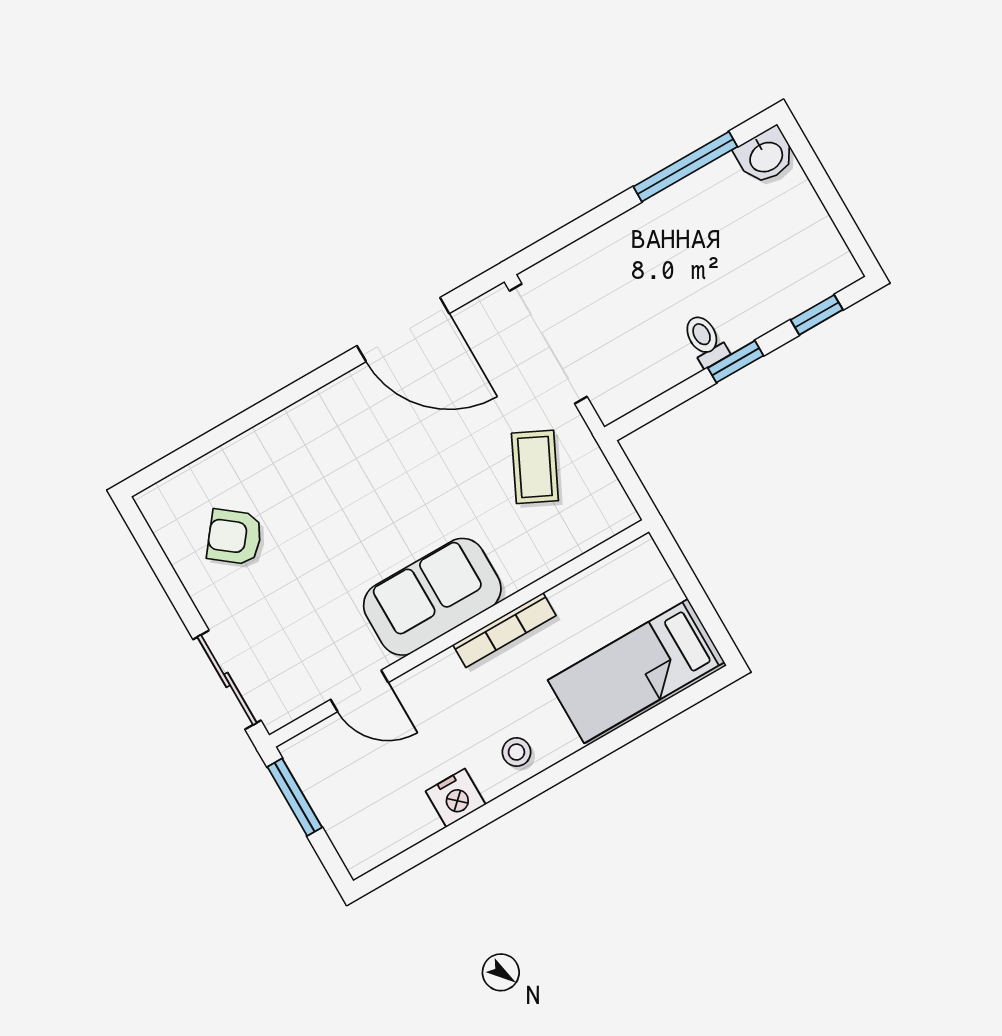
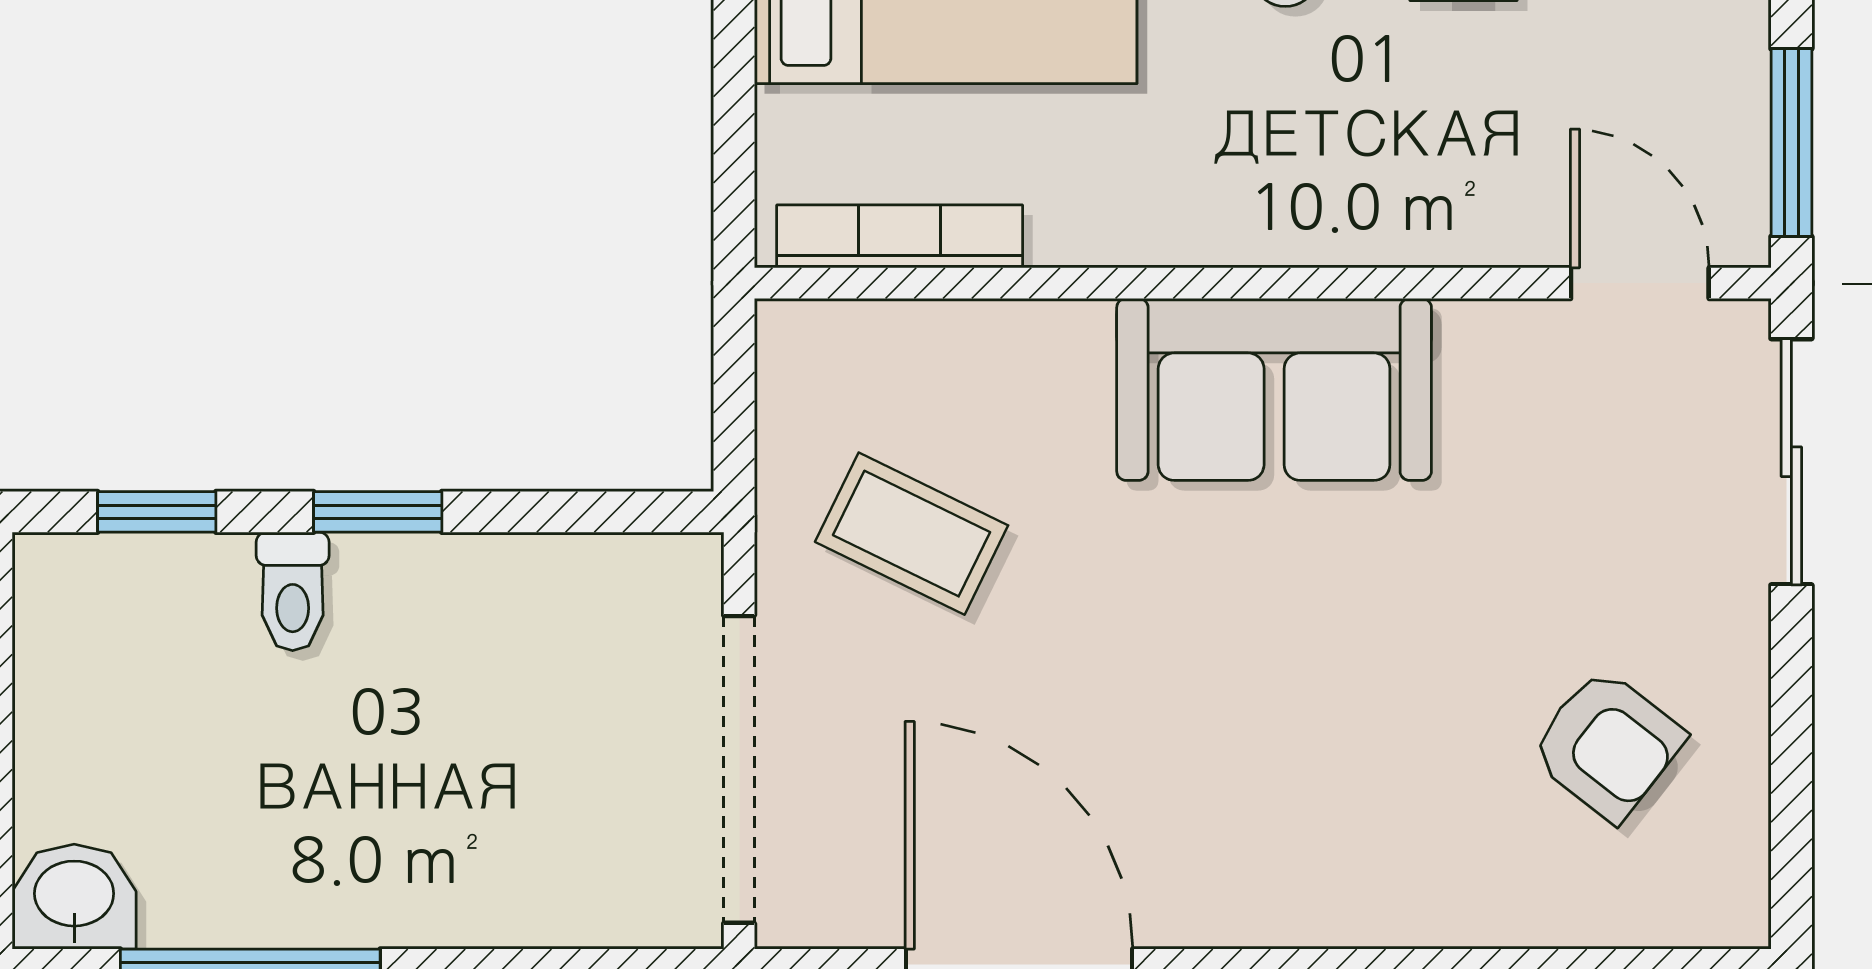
toilet: (705, 340) -> (293, 591), moved
coffee table: (535, 467) -> (912, 534), turned 90
bookcase: (504, 630) -> (900, 236), moved
door: (359, 691) -> (1640, 283), moved

